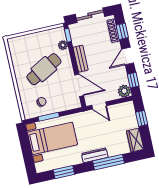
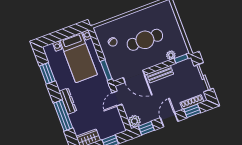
door: (128, 56) -> (169, 120), hinge flipped
cafe table: (44, 69) -> (145, 40), turned -62
door: (79, 85) -> (134, 76), hinge flipped
window: (49, 117) -> (106, 70), moved

